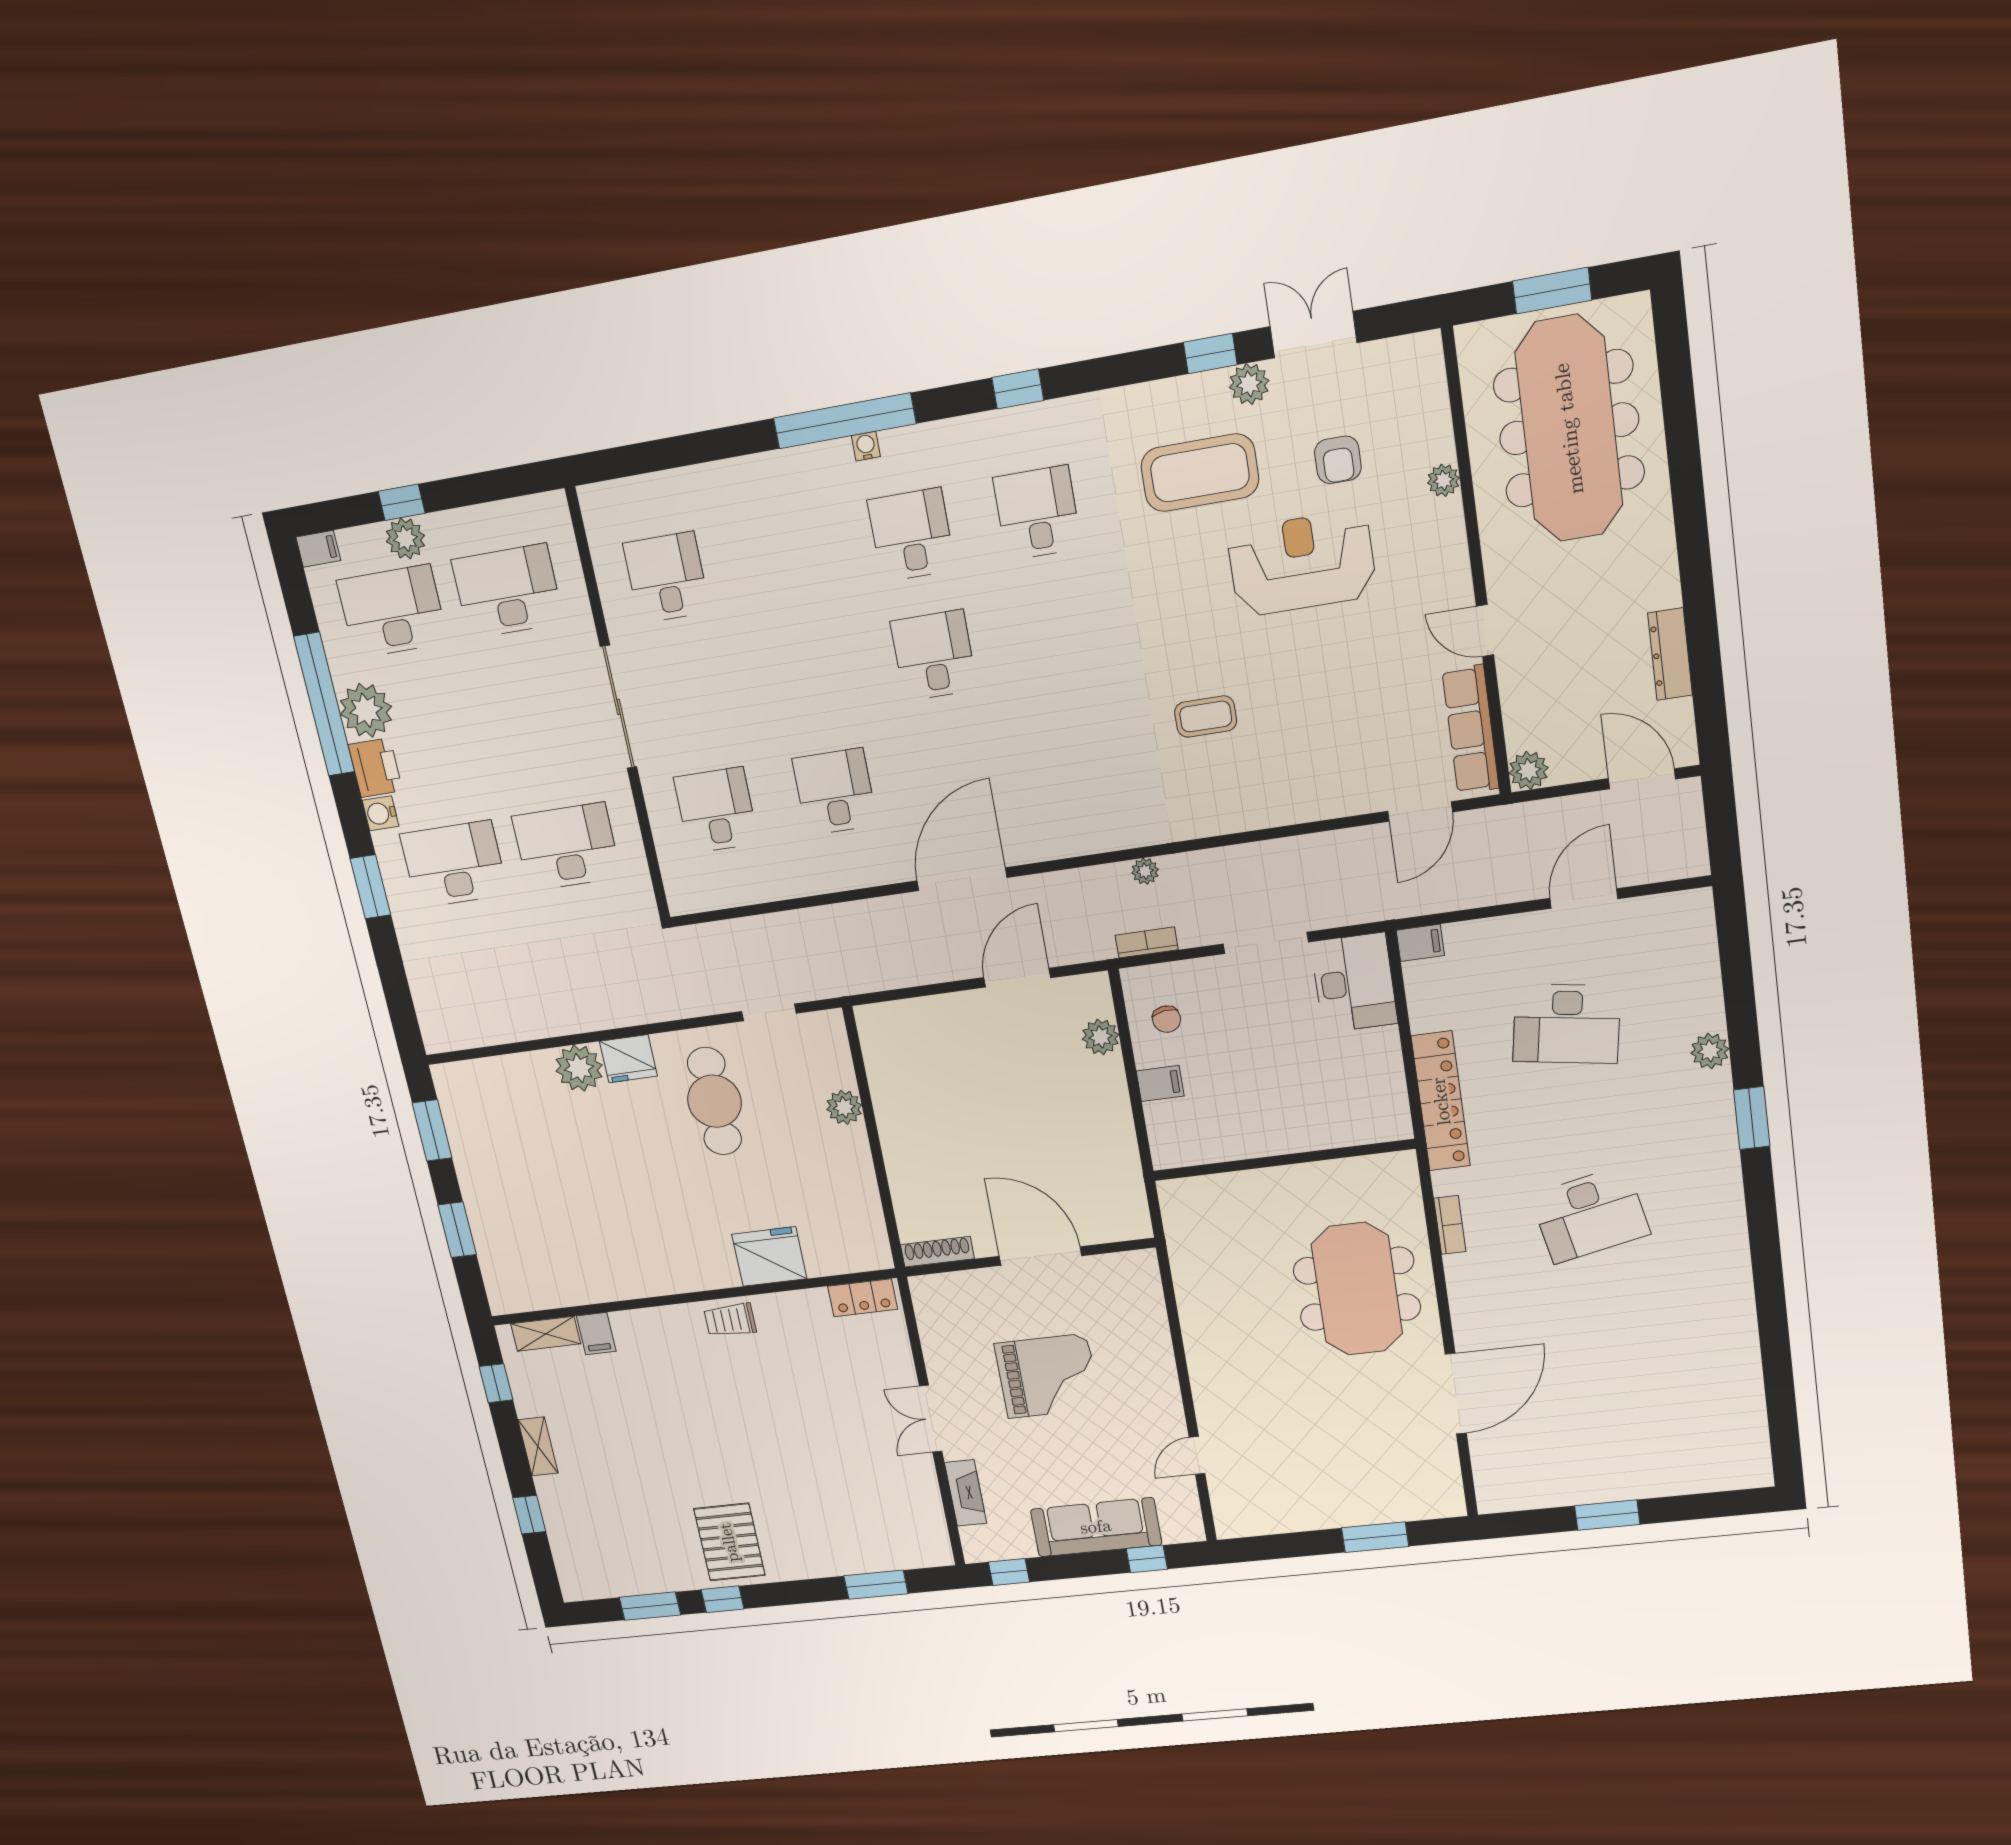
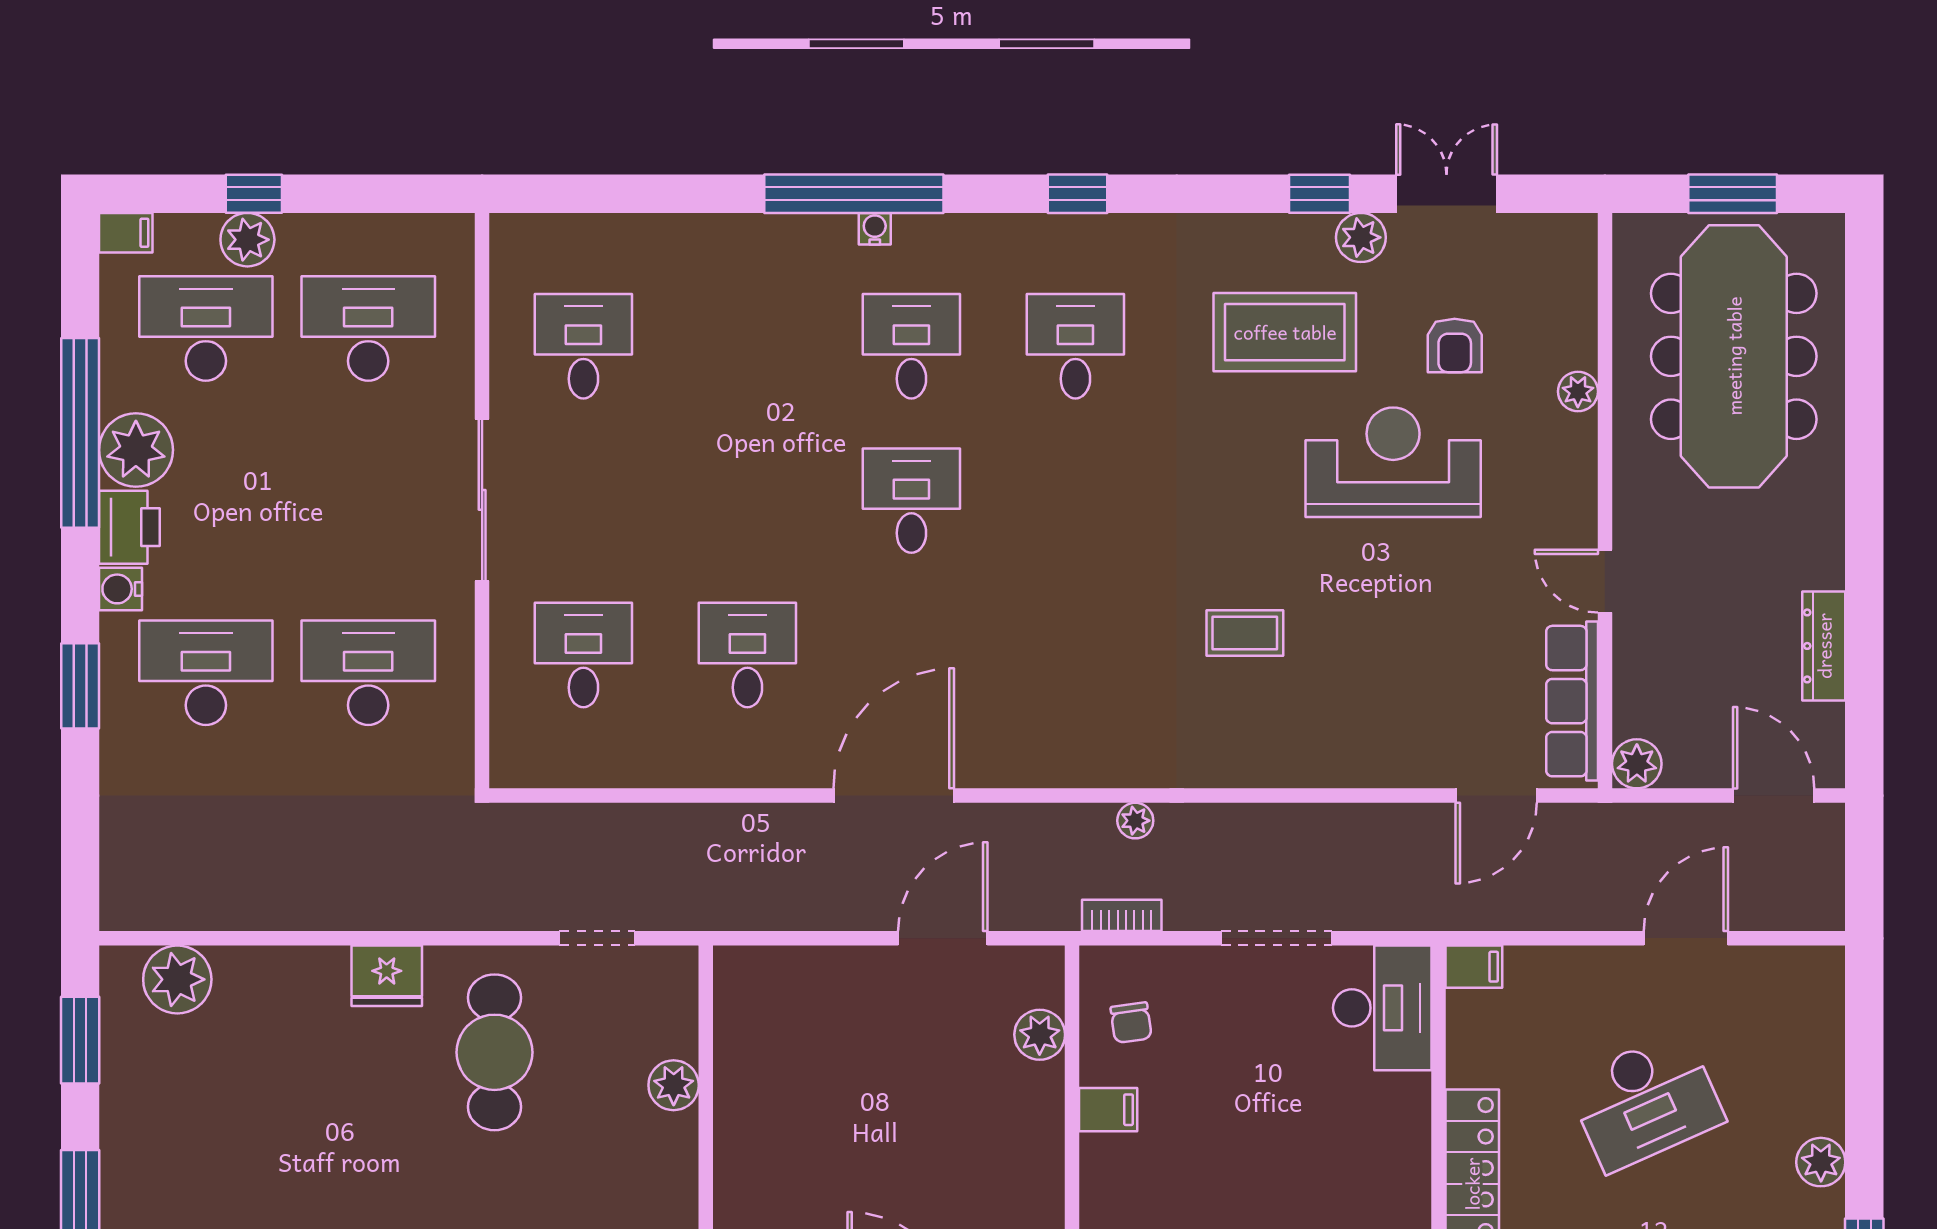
desk: (1567, 1024) -> (1645, 1101), turned -33
plant: (579, 1068) -> (177, 979), moved

